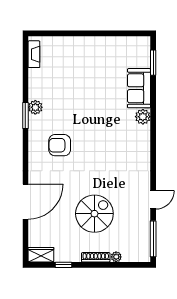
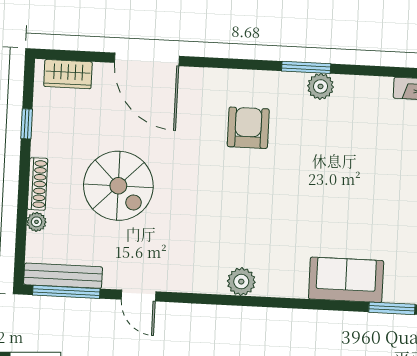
plant: (143, 117) -> (241, 282), moved
bench: (145, 241) -> (63, 276), added
wardrobe: (41, 255) -> (68, 74), moved, turned 90

